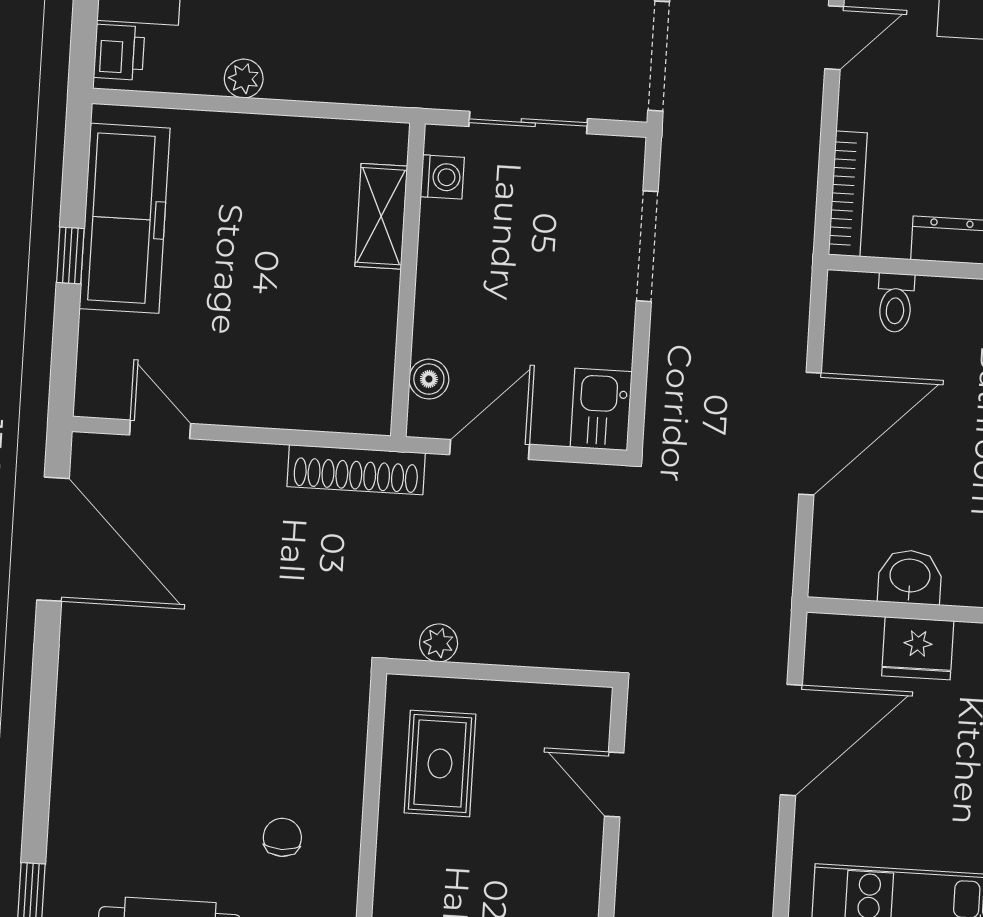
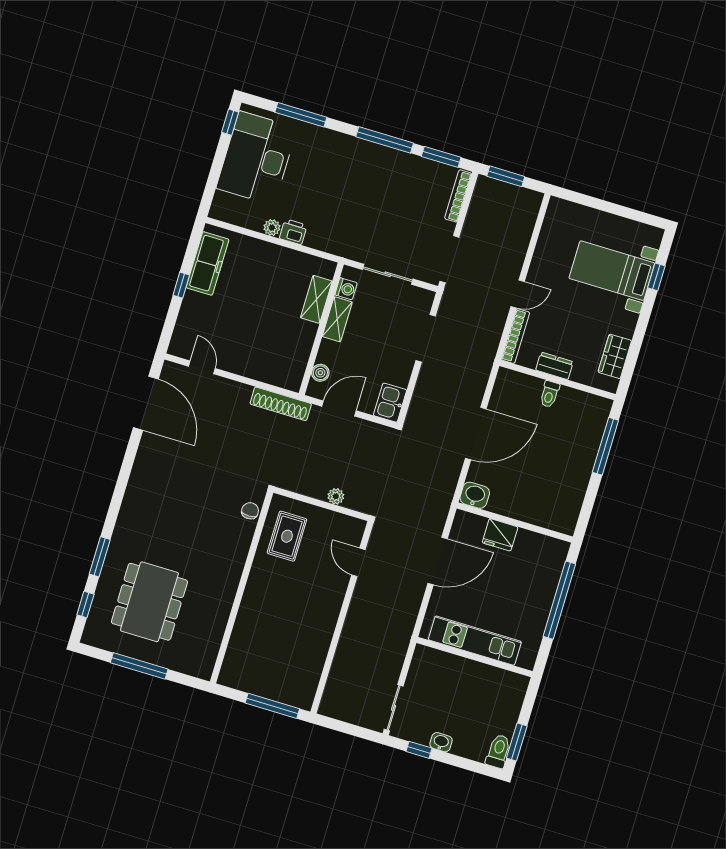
door: (834, 38) -> (518, 294), moved
printer: (119, 52) -> (293, 232), moved, turned -90
freezer: (125, 218) -> (207, 263), width x0.73, depth x0.79
shelving: (439, 250) -> (337, 319), added
toilet: (895, 303) -> (549, 394), moved
washbasin: (910, 577) -> (475, 495), moved
plant: (439, 643) -> (336, 496), moved
chair: (282, 837) -> (250, 511), moved

